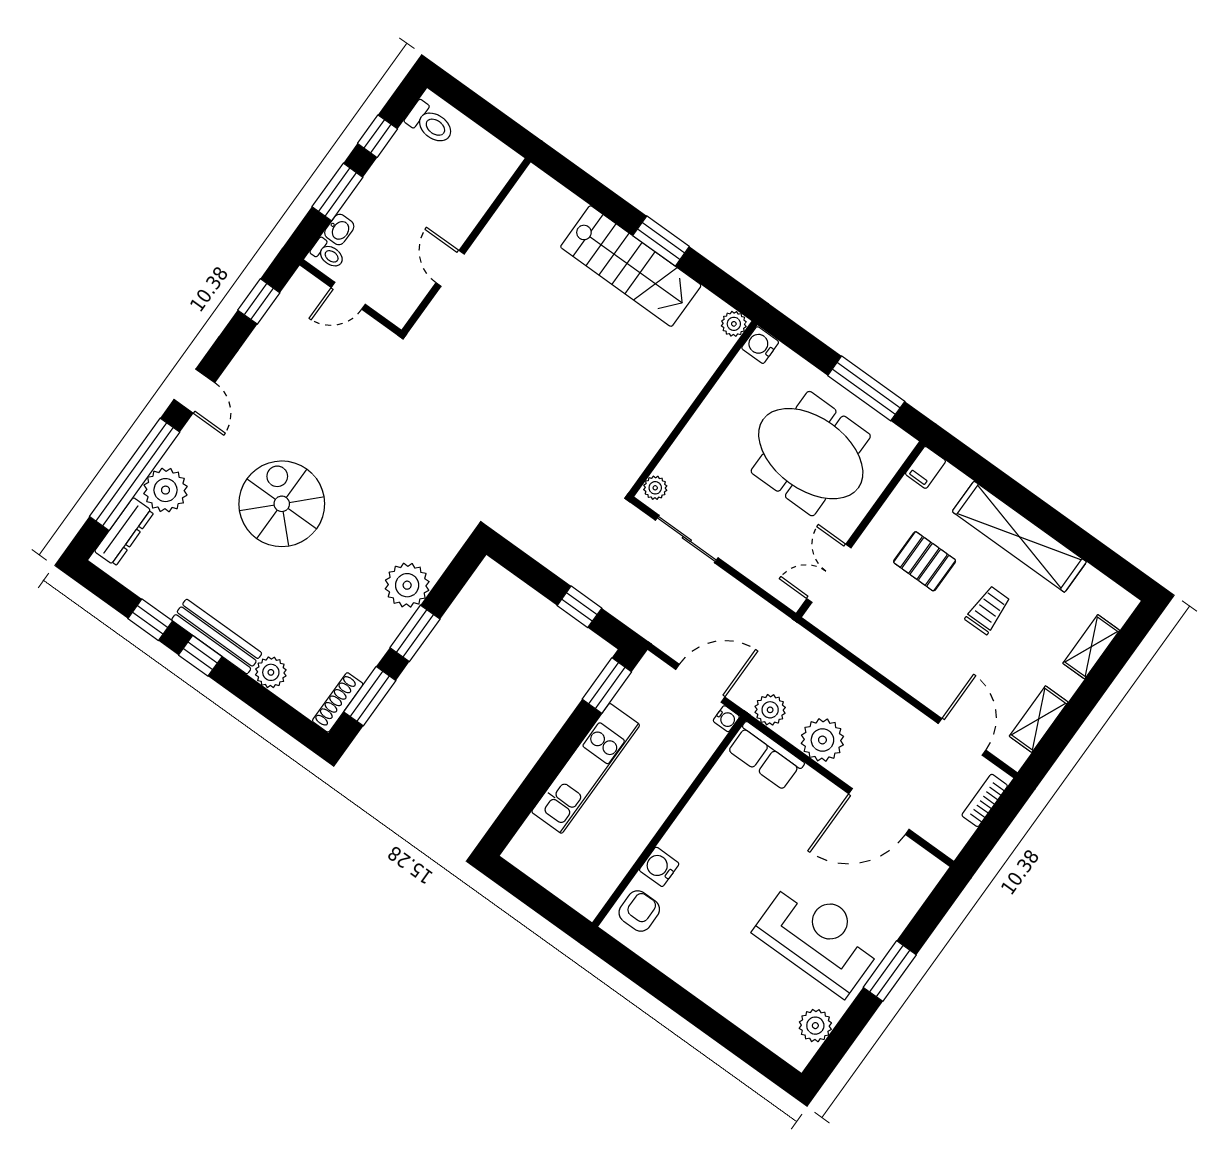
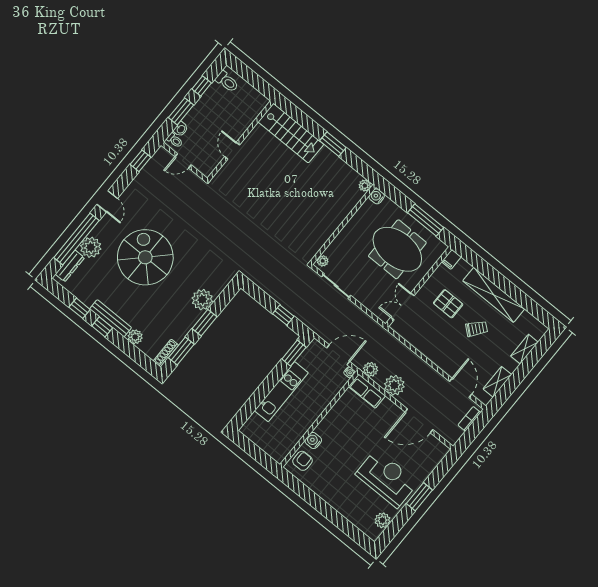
stairs: (631, 266) -> (291, 133), moved
spiral stairs: (282, 504) -> (145, 257), width x1.37, depth x1.37
trolley: (988, 610) -> (477, 329), turned 40

